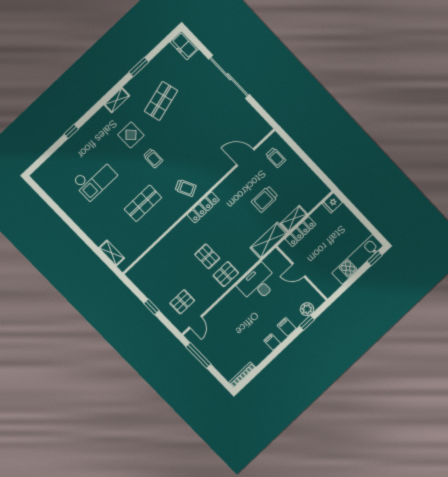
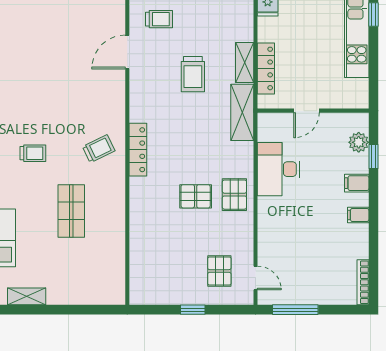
shelving: (112, 253) -> (27, 296), moved

